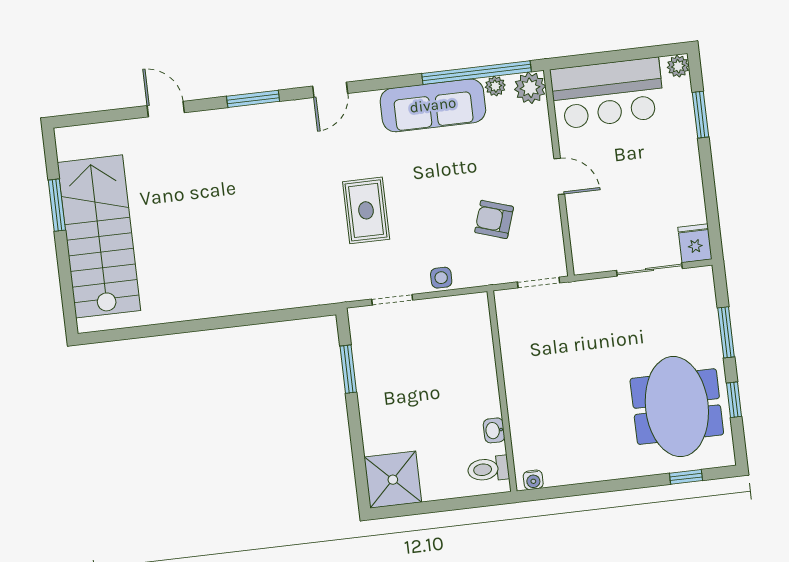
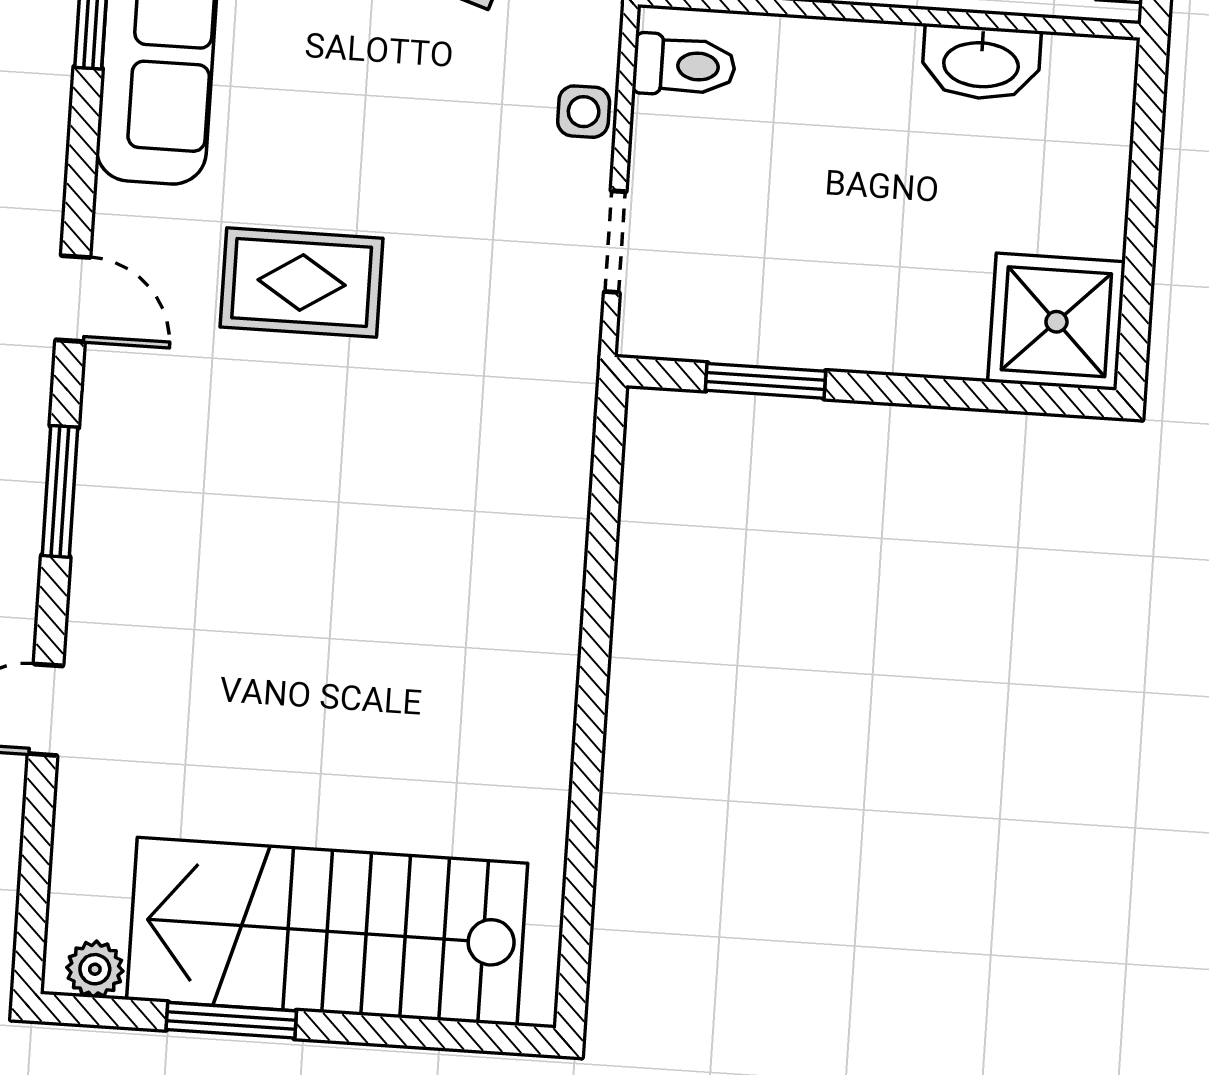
plant: (67, 148) -> (95, 969), added
rug: (366, 210) -> (302, 283), moved
washbasin: (494, 430) -> (981, 63), width x1.91, depth x1.45
toilet: (488, 469) -> (684, 66), moved, turned -90

